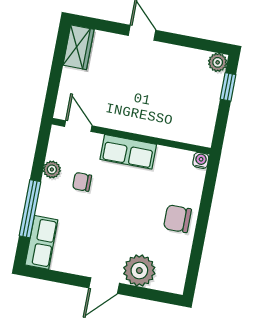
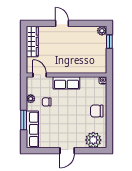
wardrobe: (79, 47) -> (32, 41), width x1.50
window: (30, 209) -> (24, 120), width x0.69
row of seats: (41, 242) -> (32, 129), width x1.48
plant: (139, 271) -> (93, 140), moved

